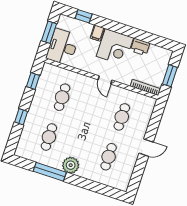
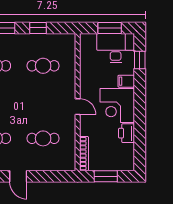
desk: (62, 47) -> (116, 48), moved
door: (105, 80) -> (78, 107), swing flipped
window: (33, 81) -> (38, 28), moved

